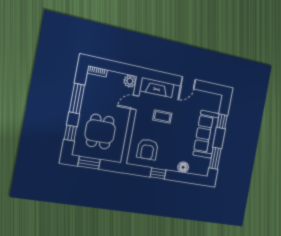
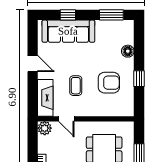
sofa: (206, 134) -> (68, 31), moved
armchair: (148, 149) -> (109, 83), moved

